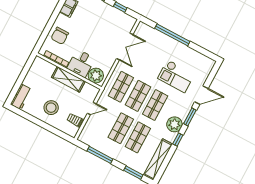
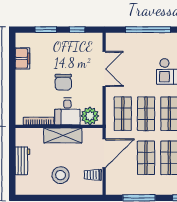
chair: (60, 36) -> (63, 82), moved
workbench: (21, 97) -> (23, 161), moved
door: (92, 109) -> (104, 153), width x1.87

